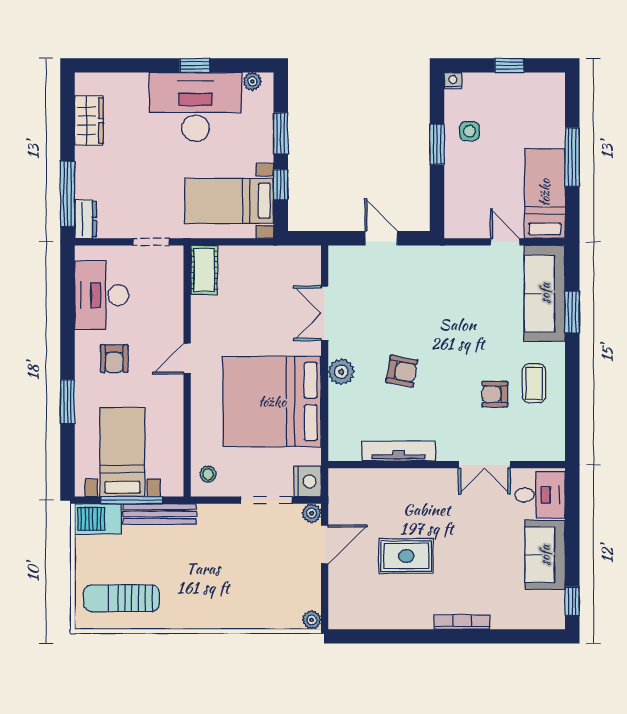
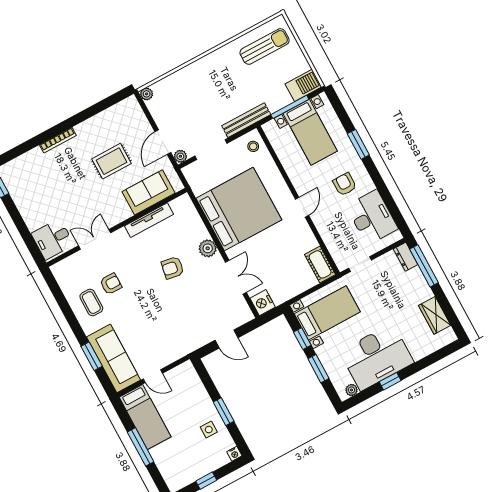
nightstand: (307, 481) -> (263, 303), moved
bench: (160, 514) -> (246, 120), moved
sofa: (545, 555) -> (149, 192), moved, turned -90

